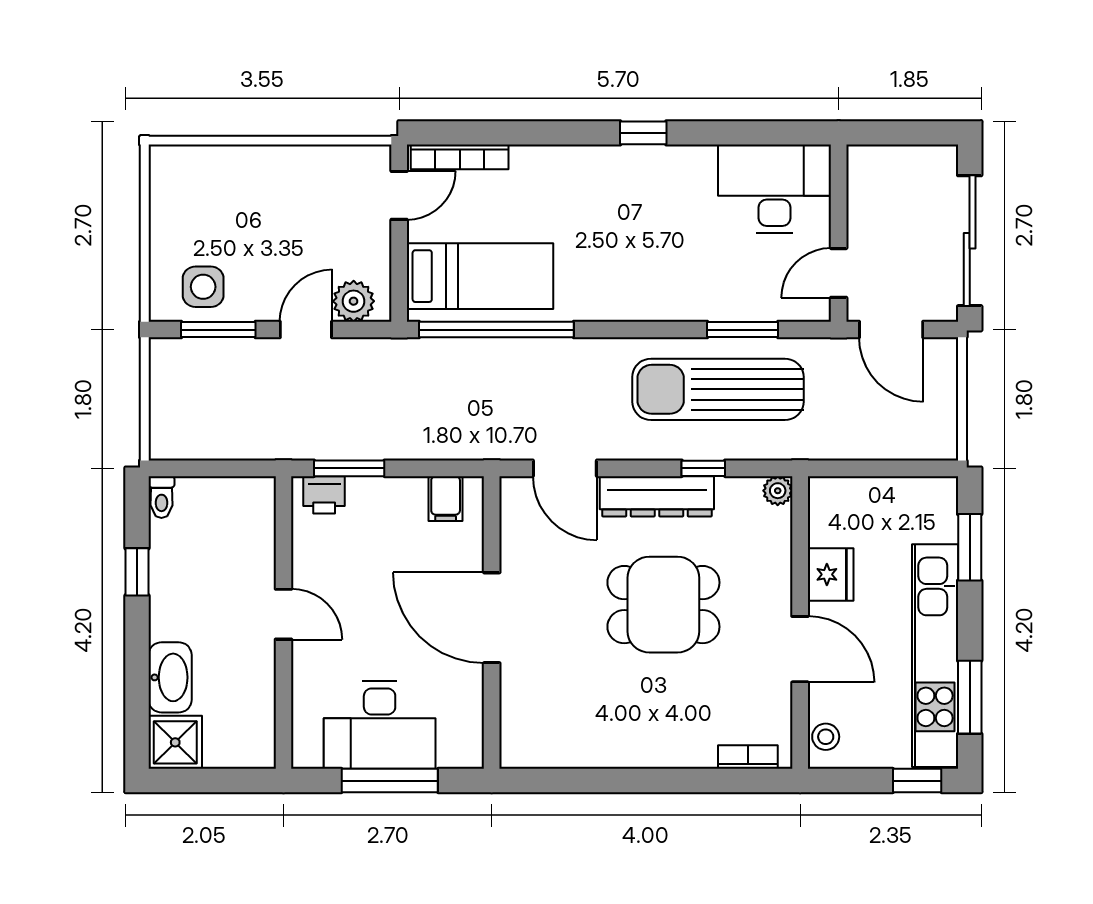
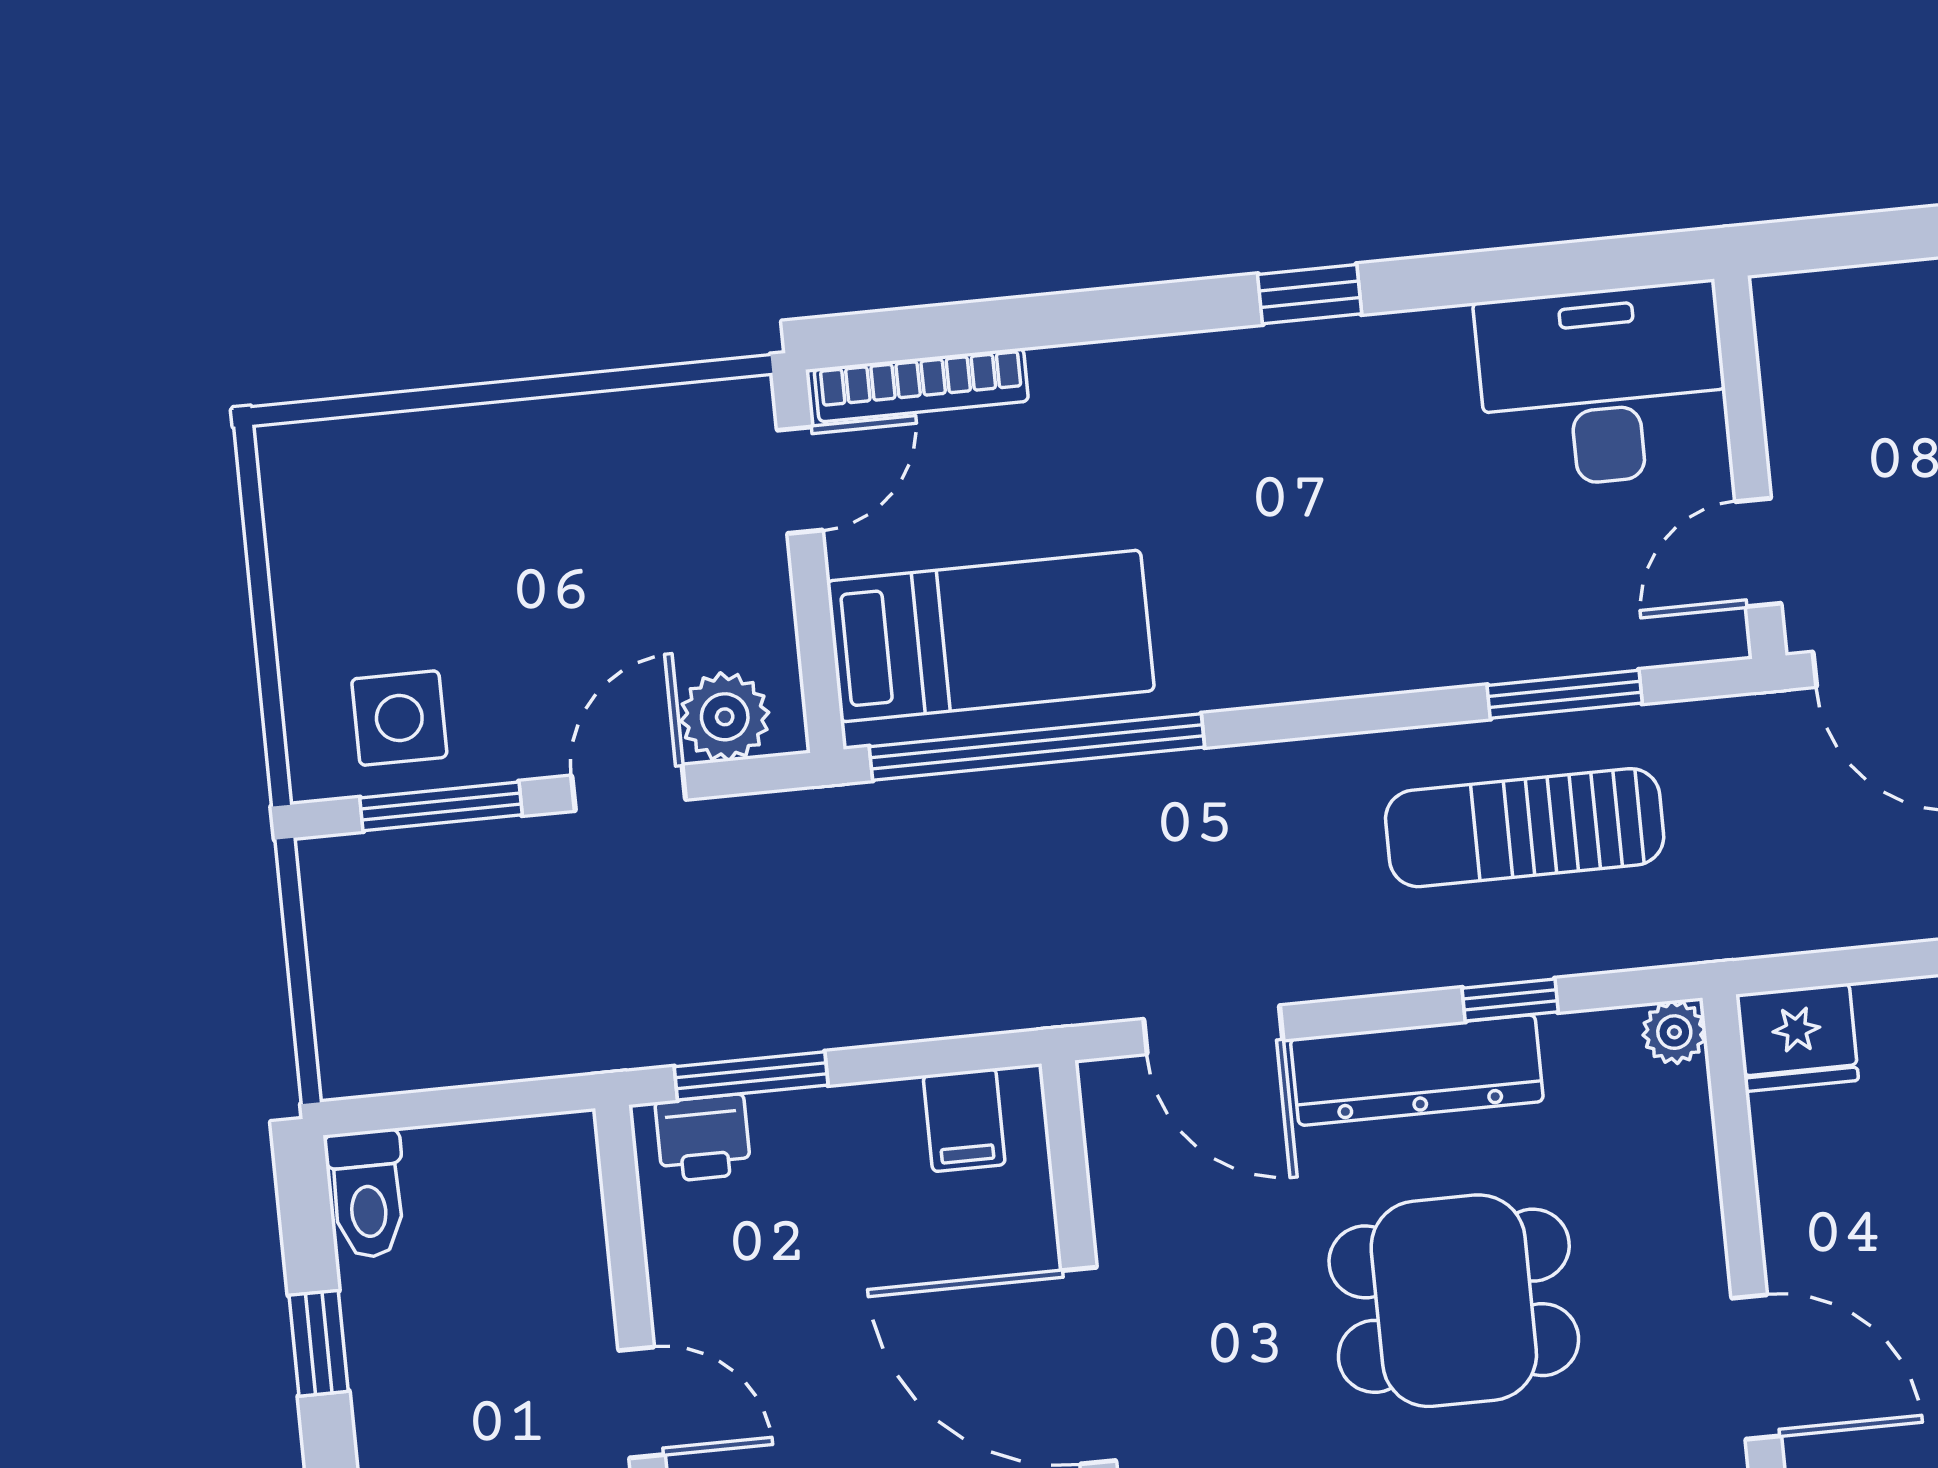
sun lounger: (718, 389) -> (1525, 828), width x0.73, depth x0.75
toilet: (161, 497) -> (367, 1194), width x1.37, depth x1.39
fridge: (831, 574) -> (1797, 1037), moved, turned 90

